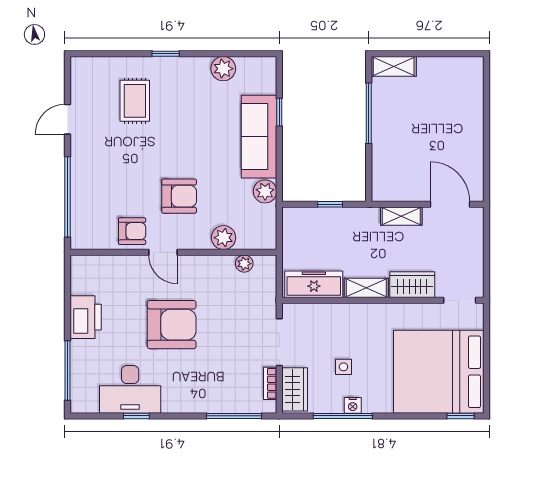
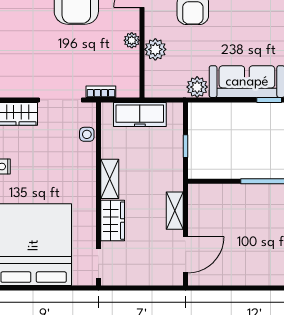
plant: (244, 264) -> (132, 40), moved
freezer: (314, 284) -> (140, 115), moved, turned 90
side table: (343, 367) -> (87, 134), moved
bookcase: (270, 383) -> (101, 92), moved

